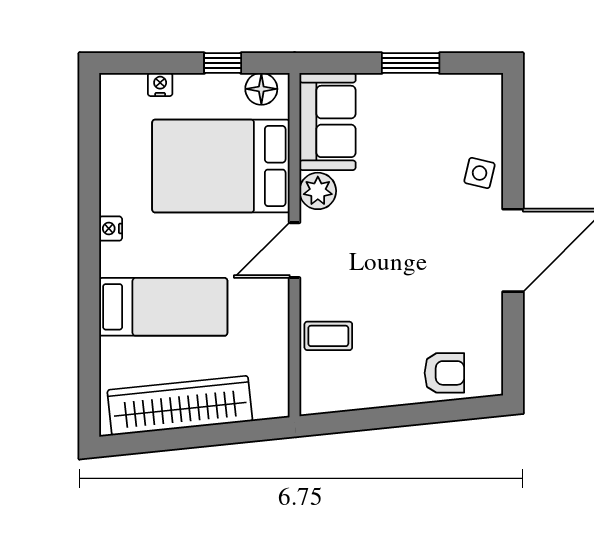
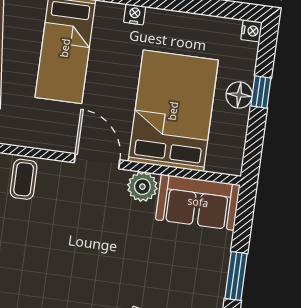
window: (223, 63) -> (261, 92), moved
nightstand: (160, 84) -> (251, 31), moved
floor lamp: (261, 89) -> (239, 95), moved

